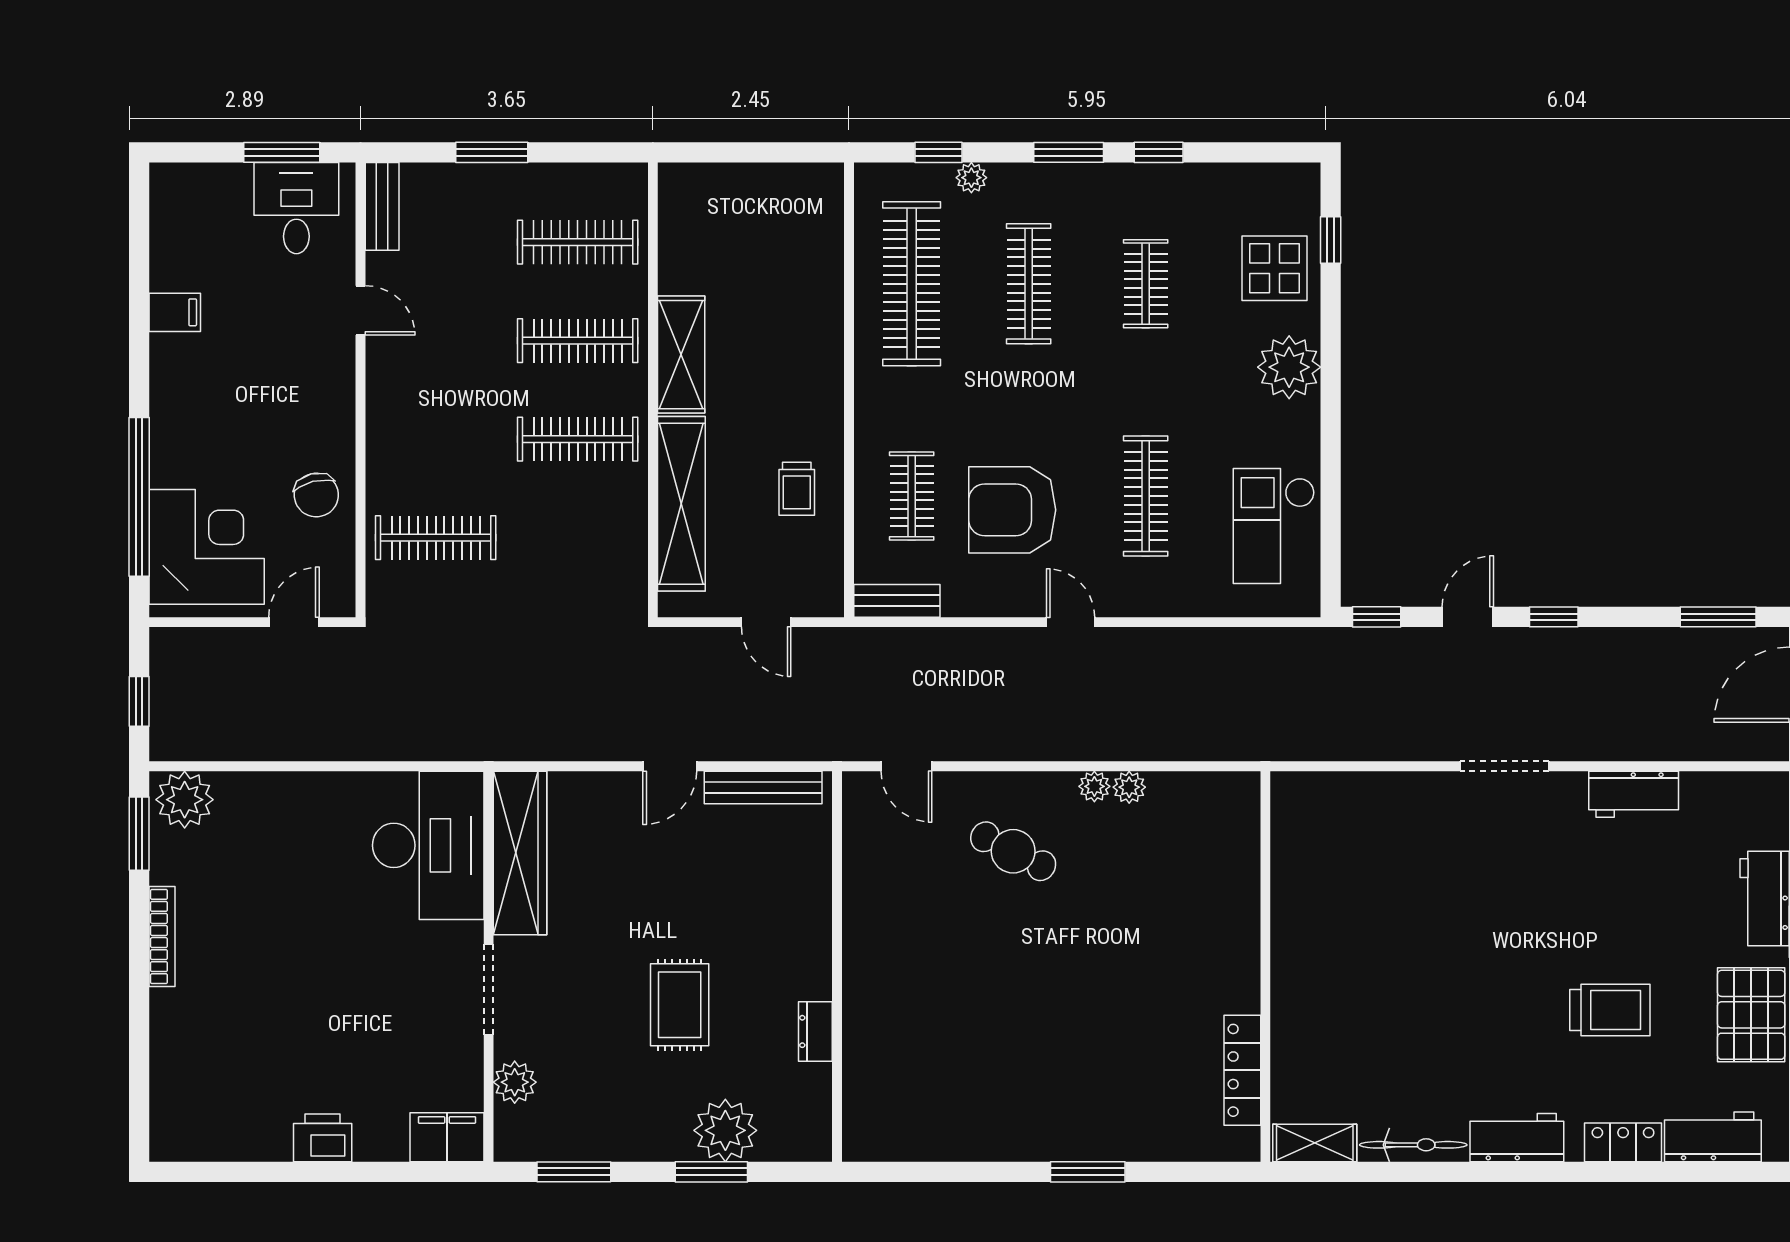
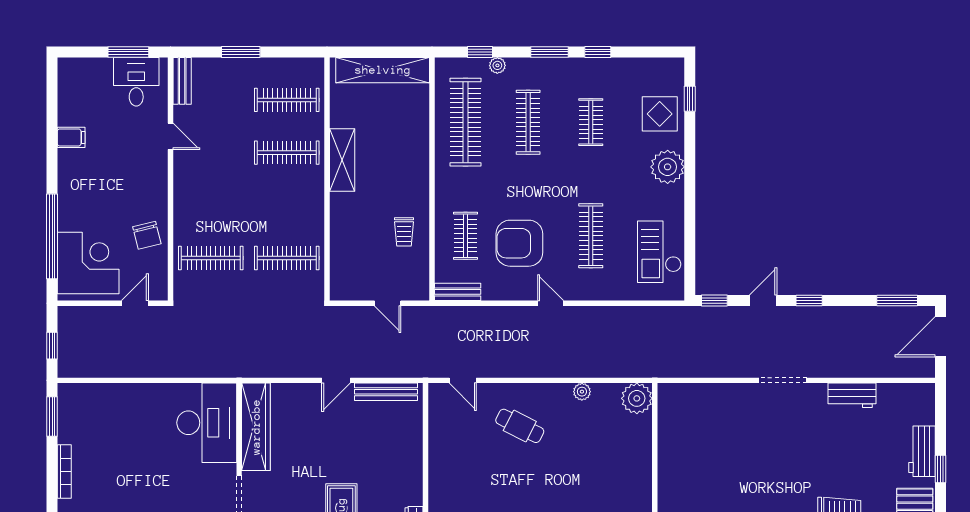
clothes rail: (578, 439) -> (287, 258), moved
shelving: (681, 504) -> (383, 70), moved, turned 90
plant: (1094, 786) -> (637, 398), moved, width x1.88, depth x1.88
plant: (185, 800) -> (76, 398), removed

